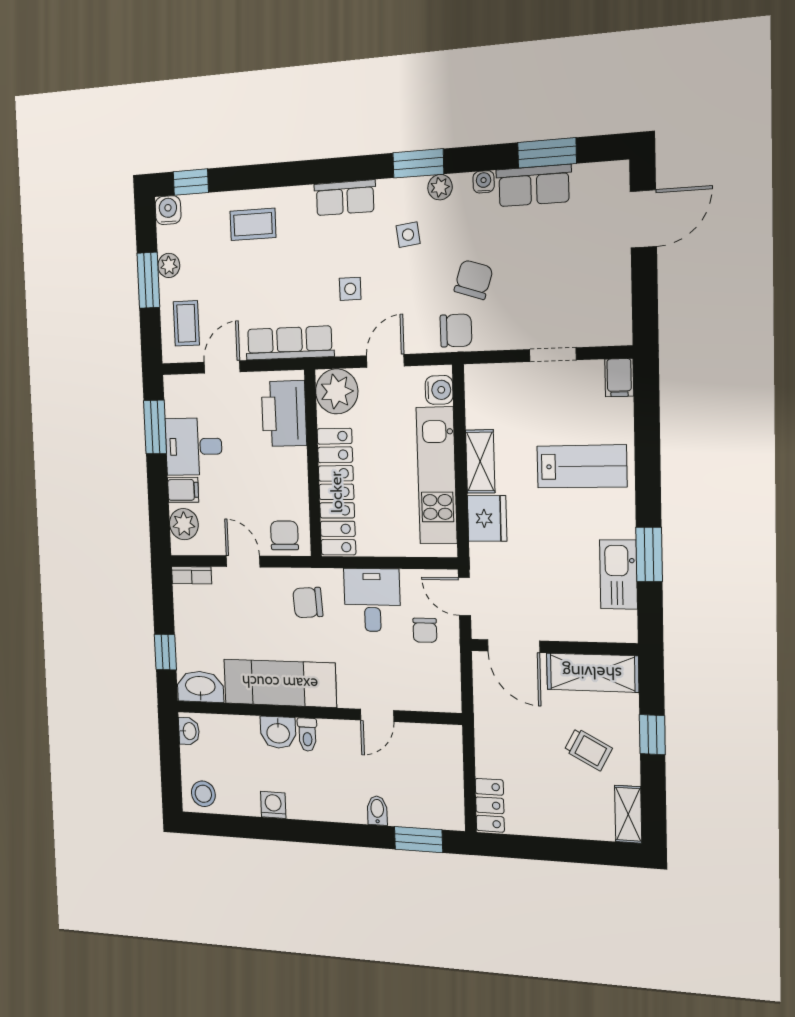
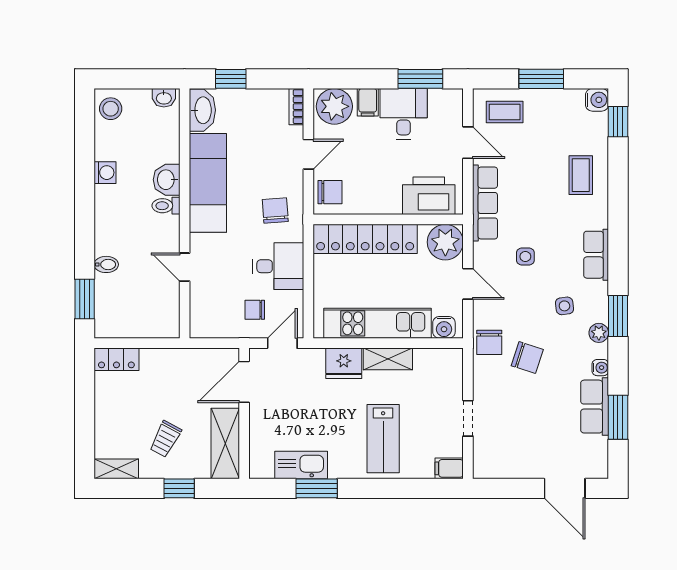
plant: (169, 265) -> (552, 98), removed
plant: (184, 524) -> (334, 106), width x1.36, depth x1.36

